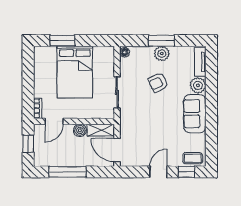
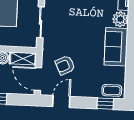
armchair: (158, 82) -> (65, 65), moved
door: (158, 172) -> (61, 102), moved

